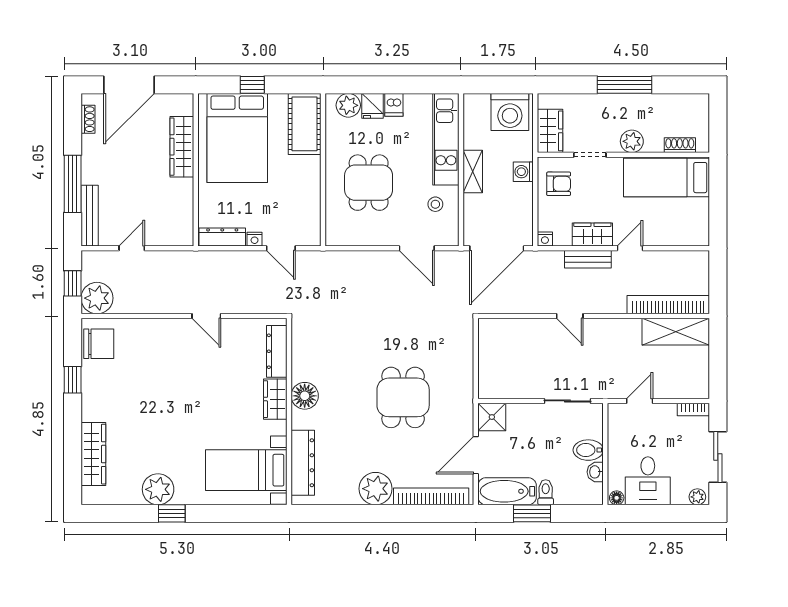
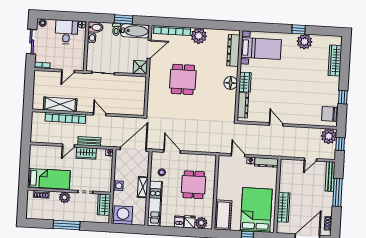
armchair: (559, 184) -> (101, 179), removed
bookcase: (668, 305) -> (65, 118), moved
shelving: (676, 332) -> (60, 104), moved
bidet: (588, 450) -> (96, 27), moved

